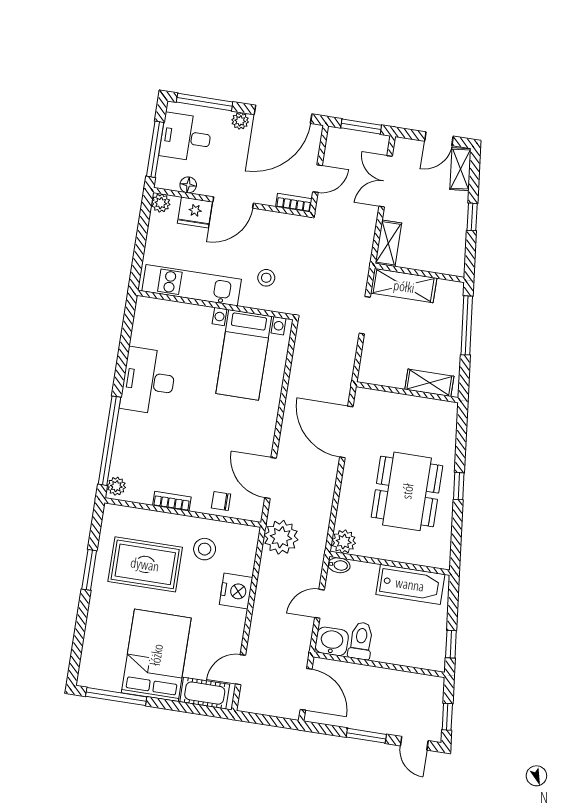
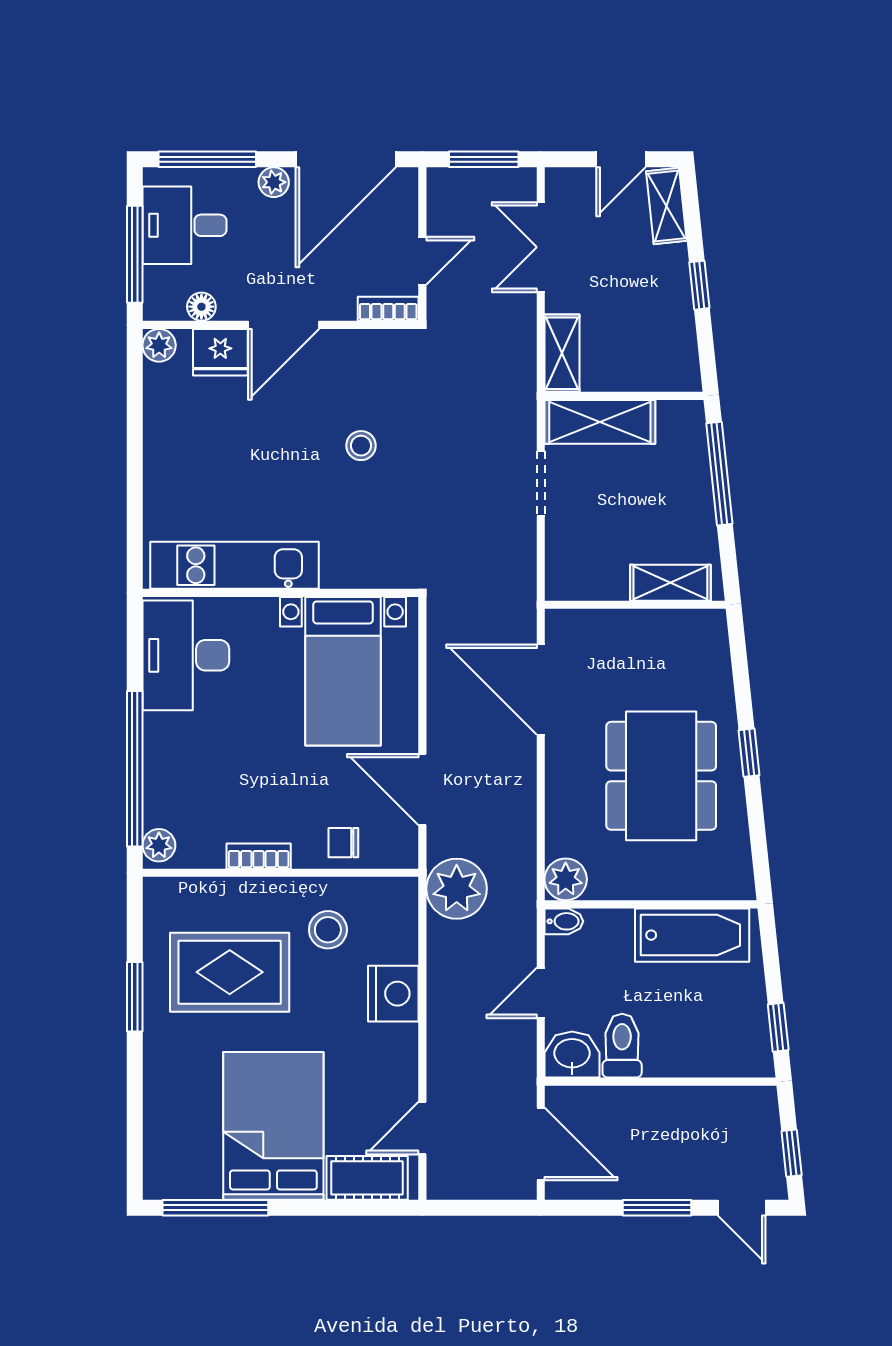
kitchen unit: (192, 285) -> (235, 565), moved
wall: (215, 305) -> (281, 593), moved
bed with nightstands: (244, 355) -> (343, 671), moved

